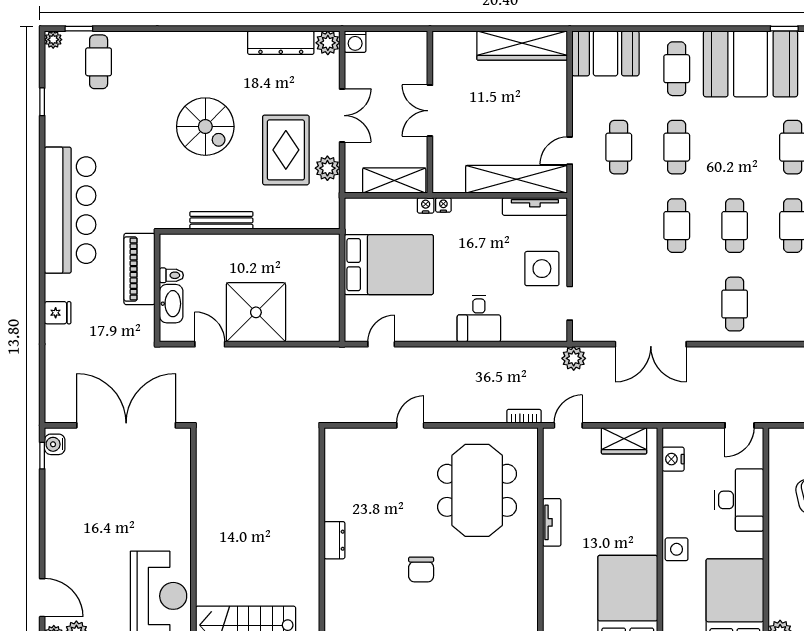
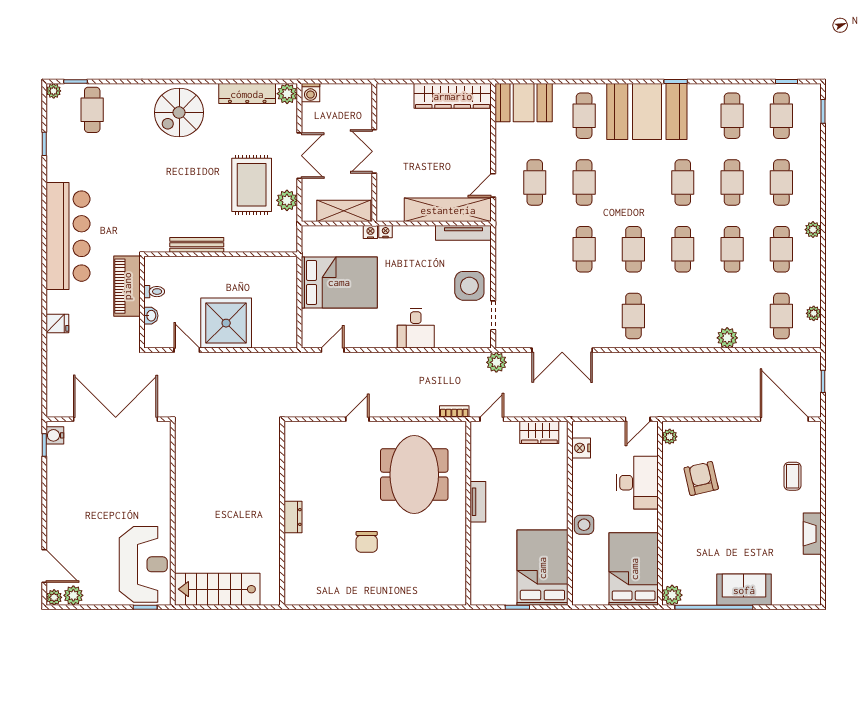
spiral stairs: (205, 127) -> (179, 113), moved, turned 90
washbasin: (171, 304) -> (151, 316), width x0.52, depth x0.69
plant: (777, 446) -> (670, 437), added

